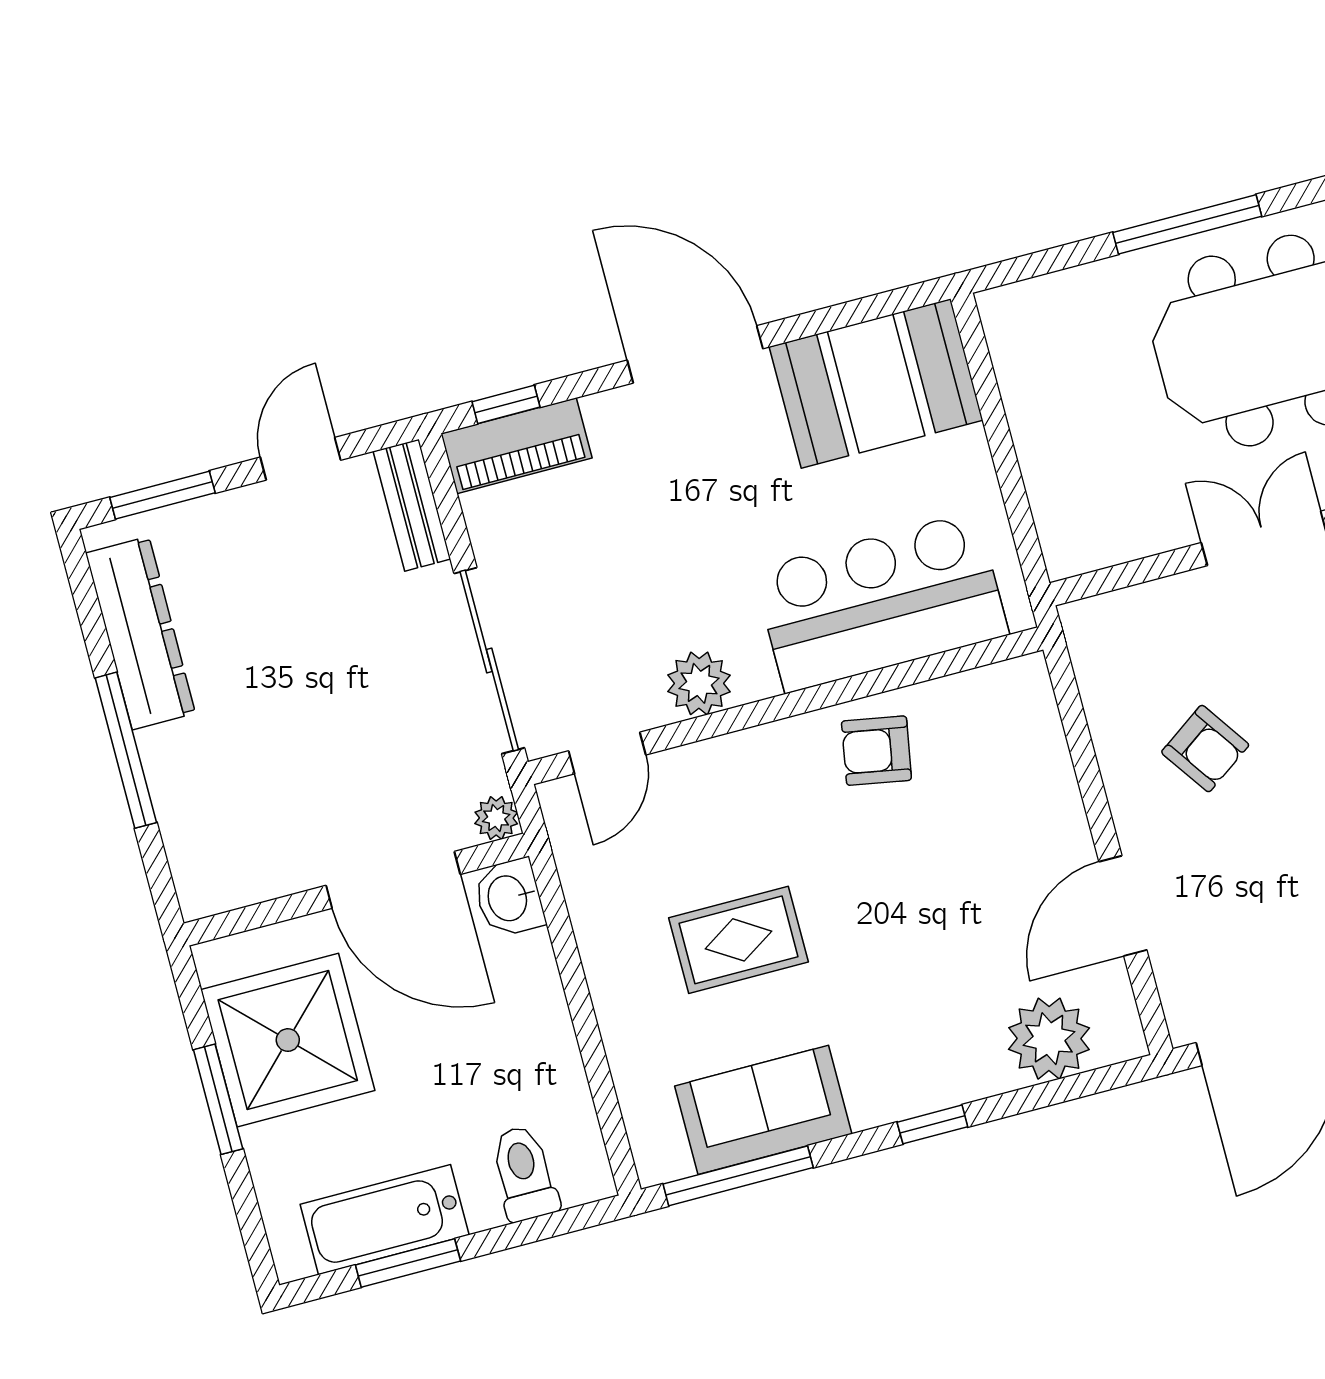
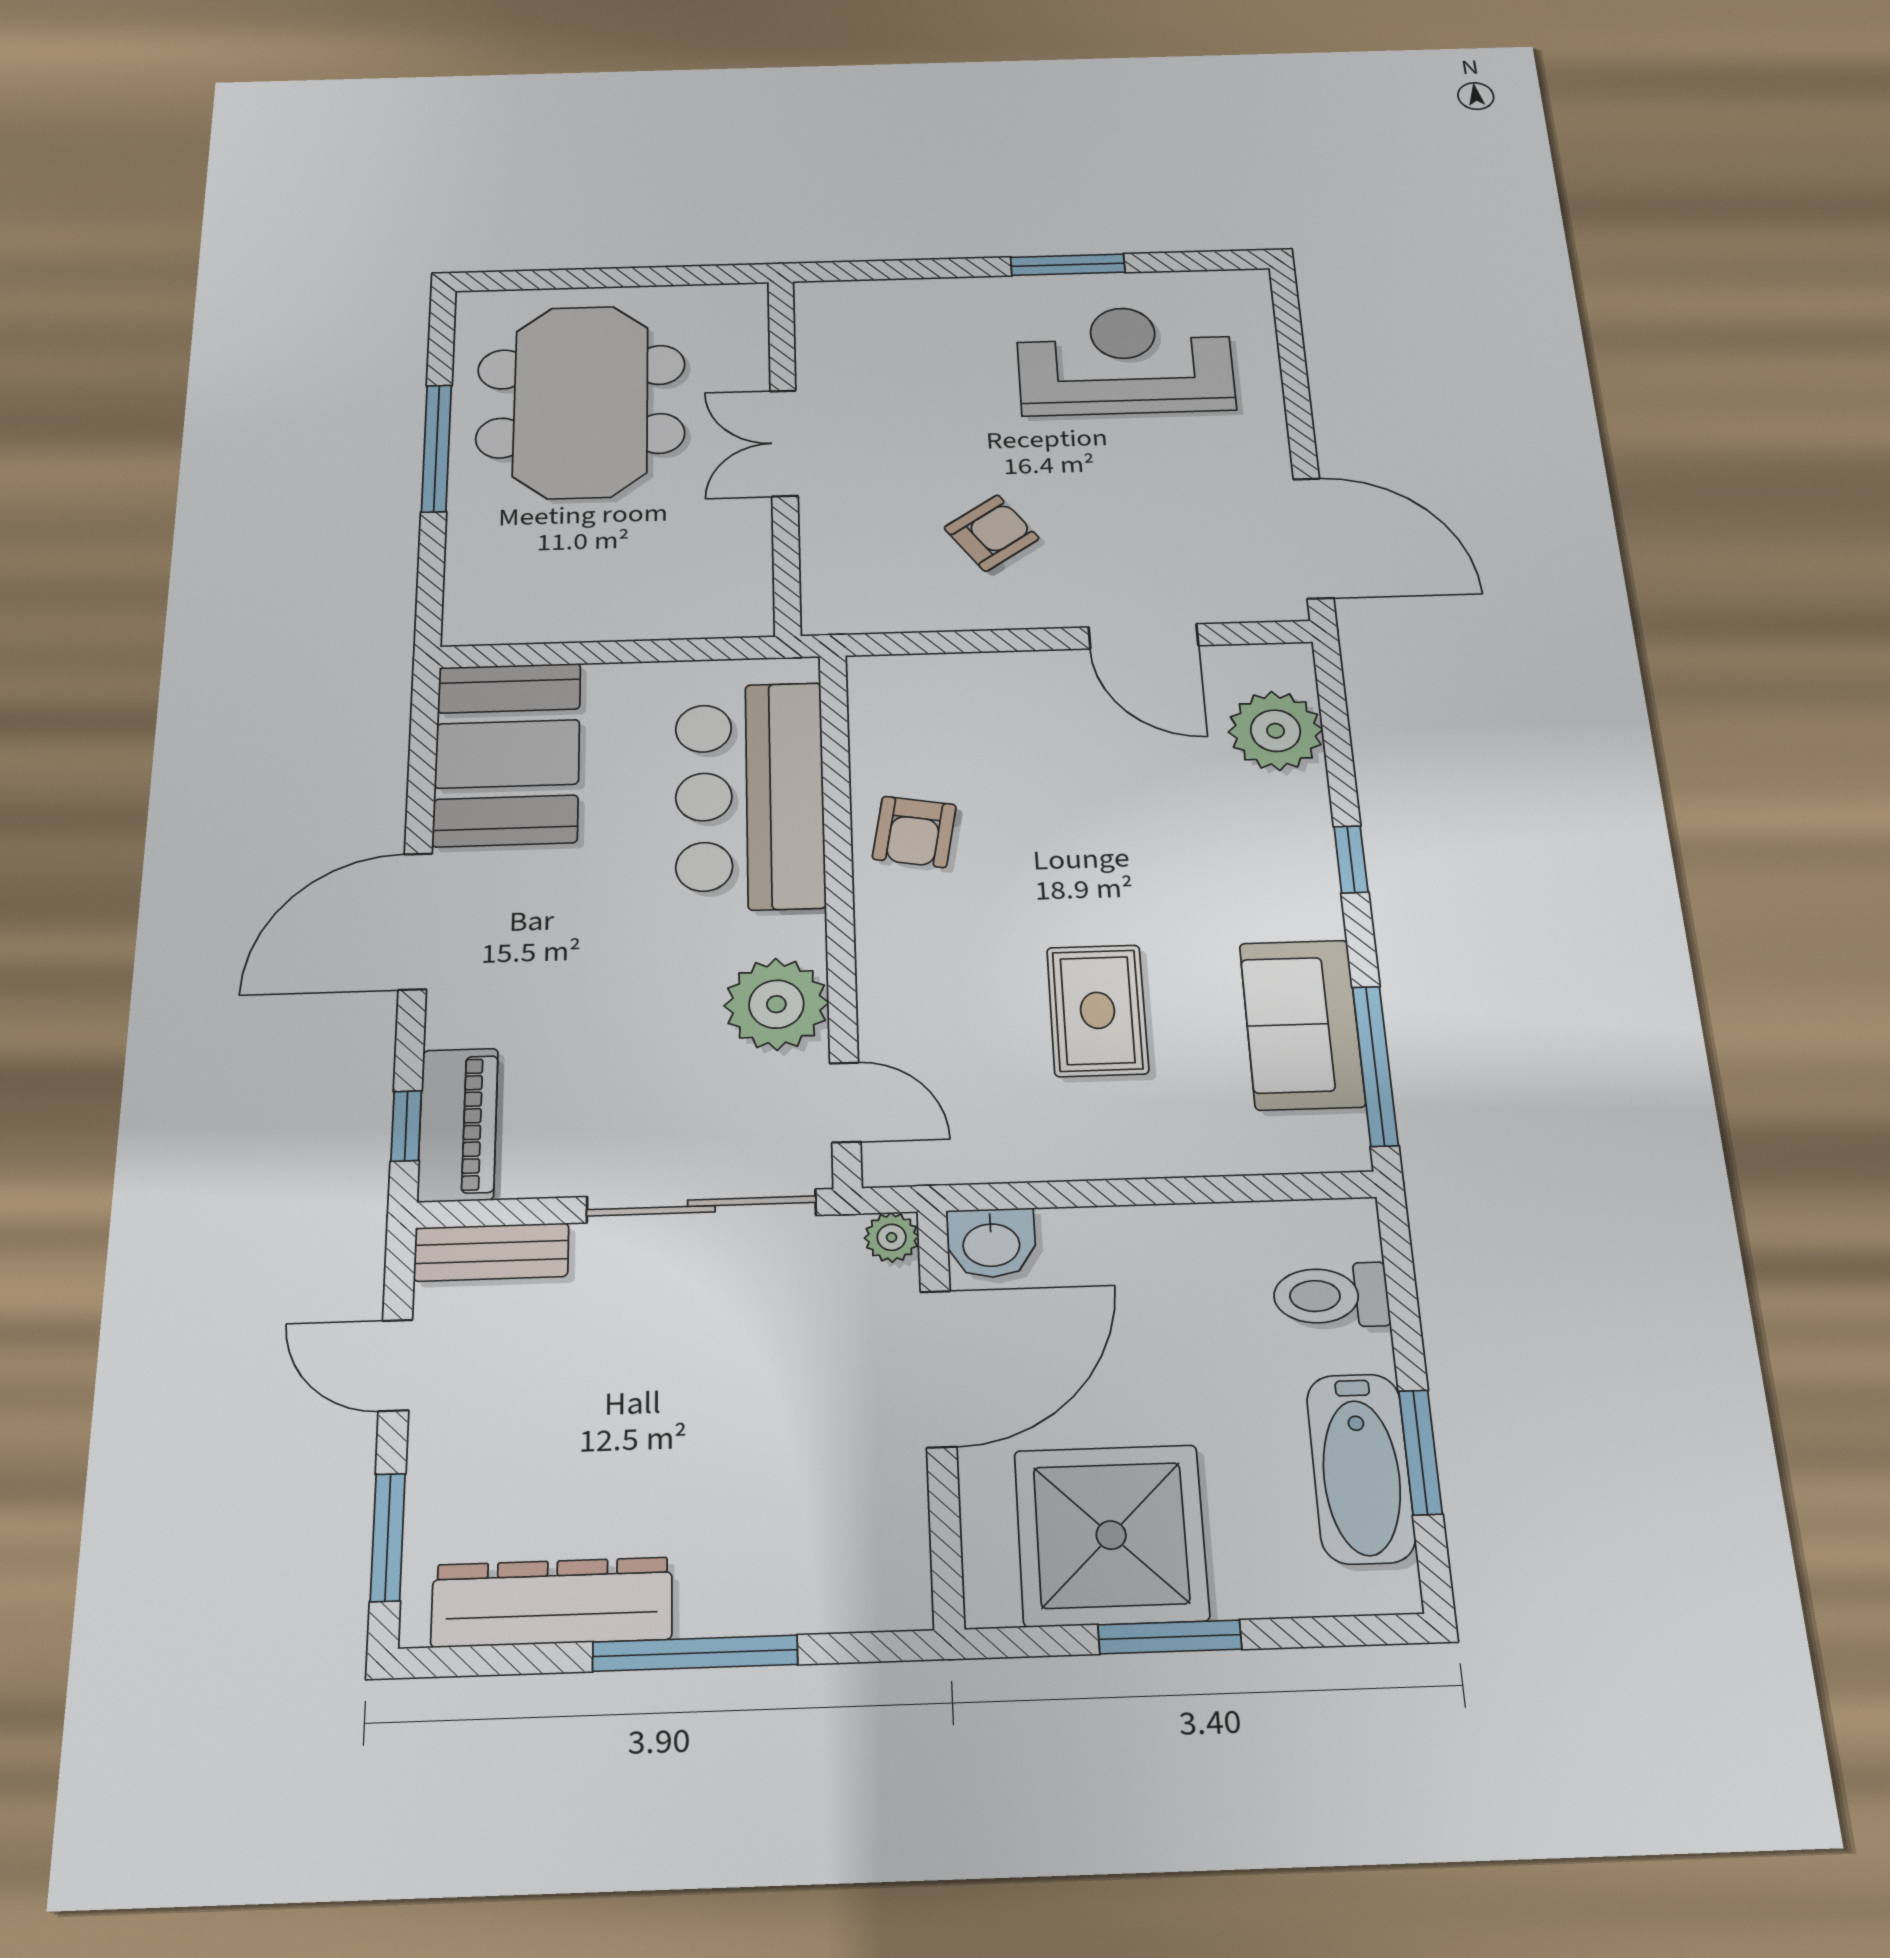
plant: (699, 683) -> (776, 1004), width x1.36, depth x1.36

